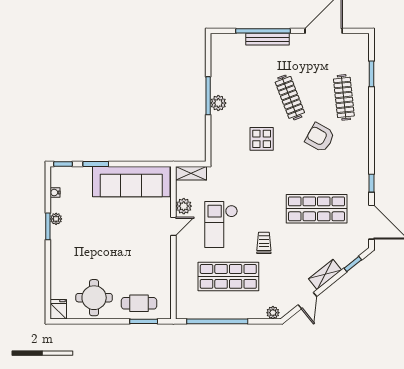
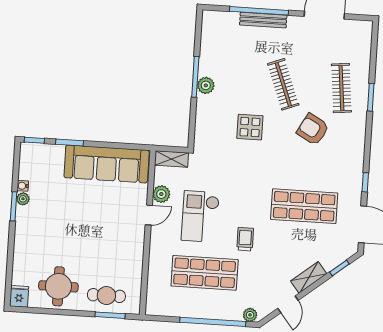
window: (372, 74) -> (371, 97), moved
water cooler: (55, 193) -> (23, 186), moved
window: (217, 321) -> (213, 322), moved

